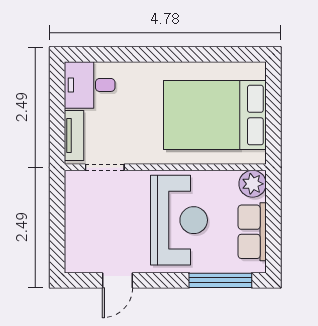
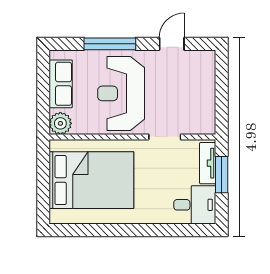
window: (57, 122) -> (222, 175), added
doorway: (105, 167) -> (165, 137), moved
window: (220, 280) -> (110, 44), moved

